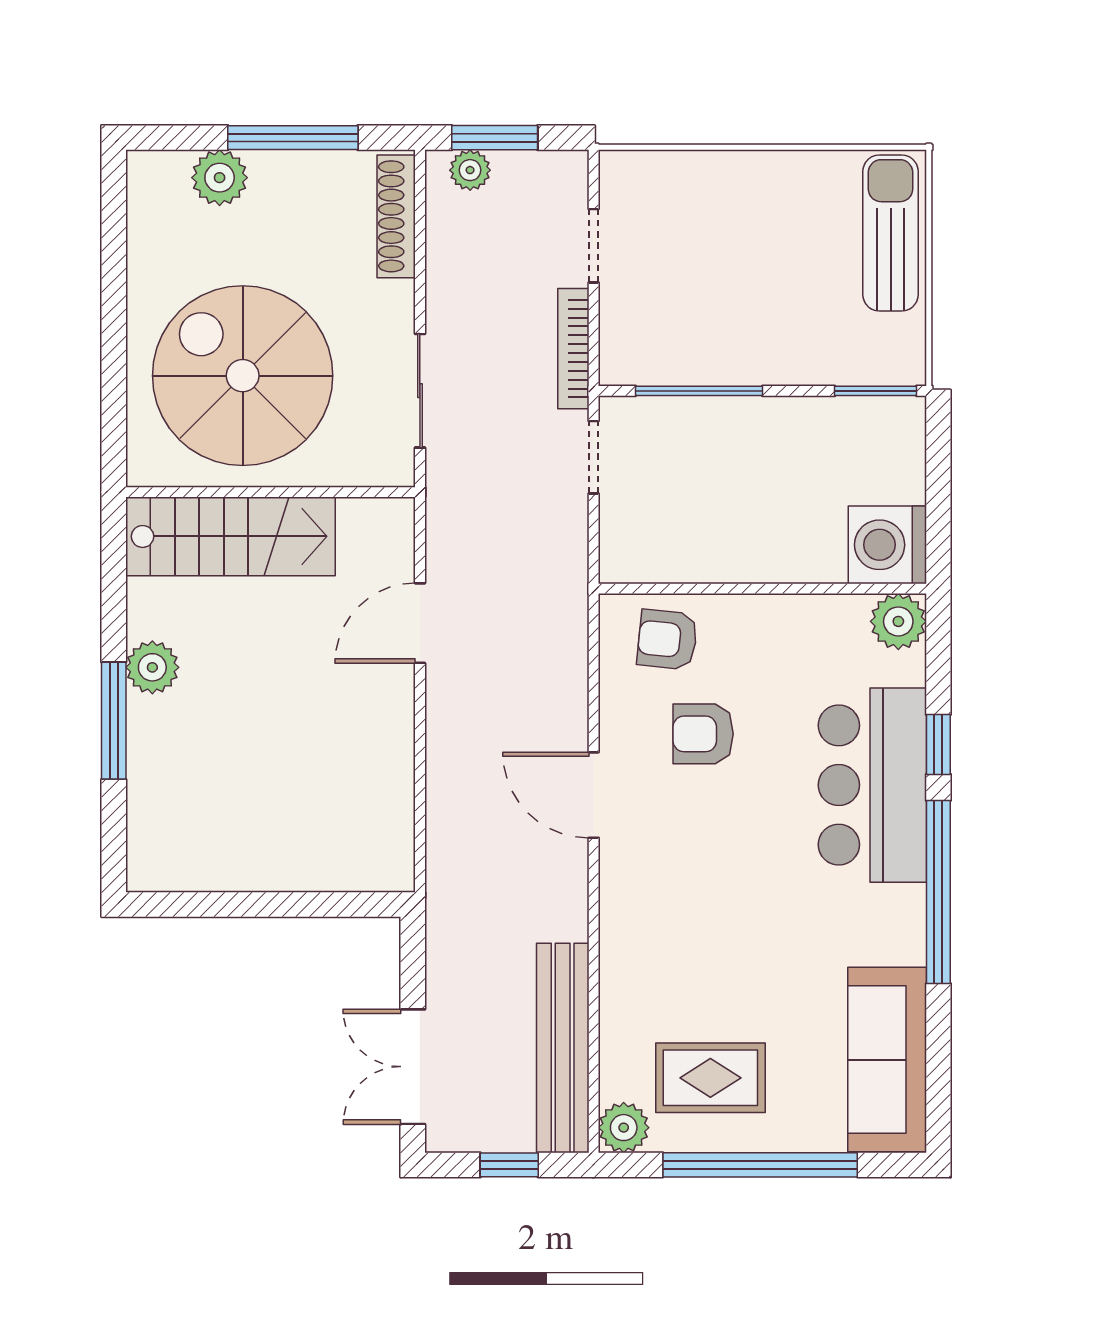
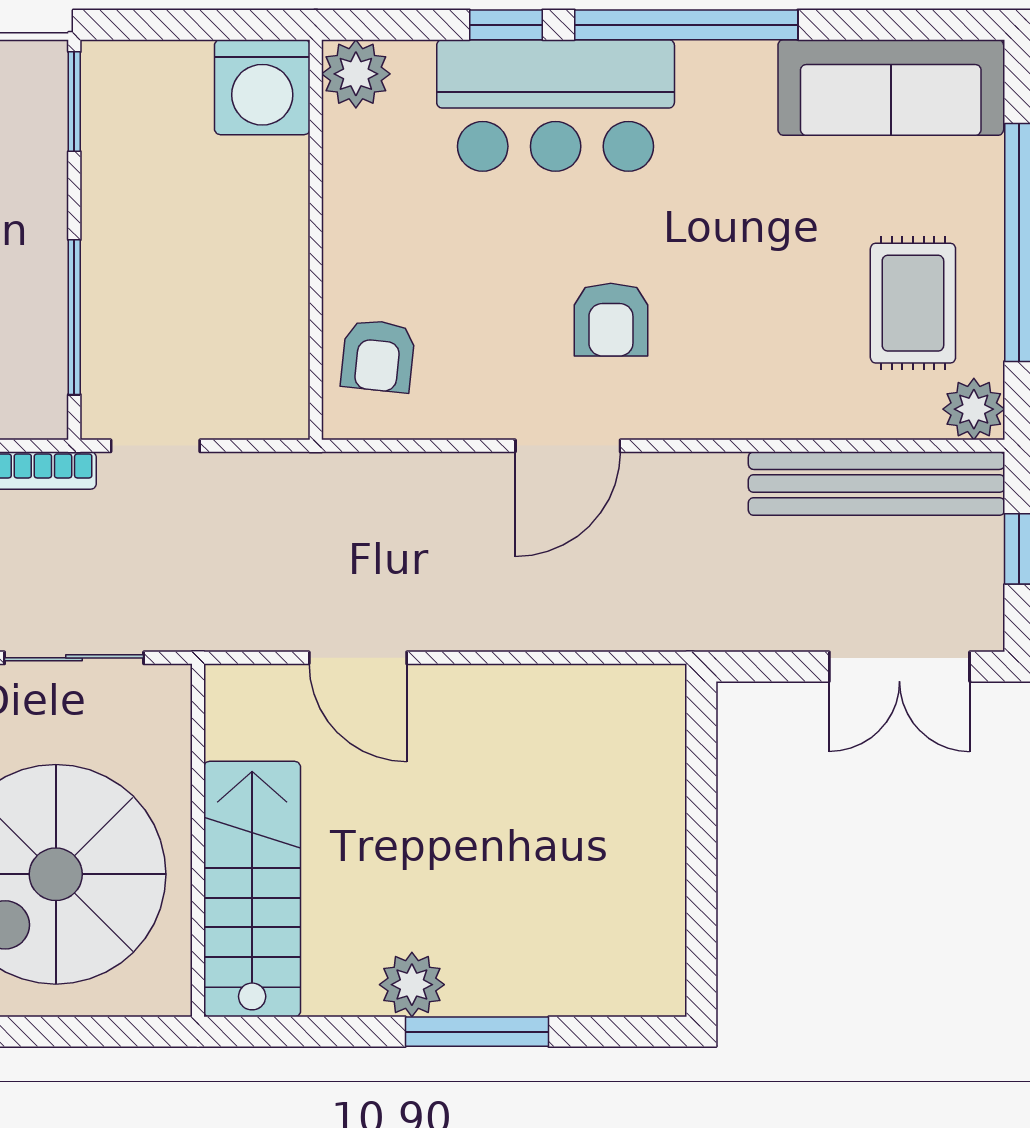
armchair: (703, 734) -> (611, 320), moved

